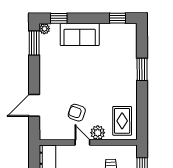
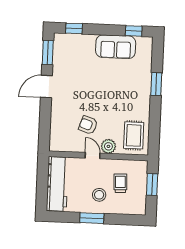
plant: (44, 29) -> (59, 38), removed
sofa: (80, 34) -> (116, 47), moved
door: (34, 105) -> (46, 86), moved

